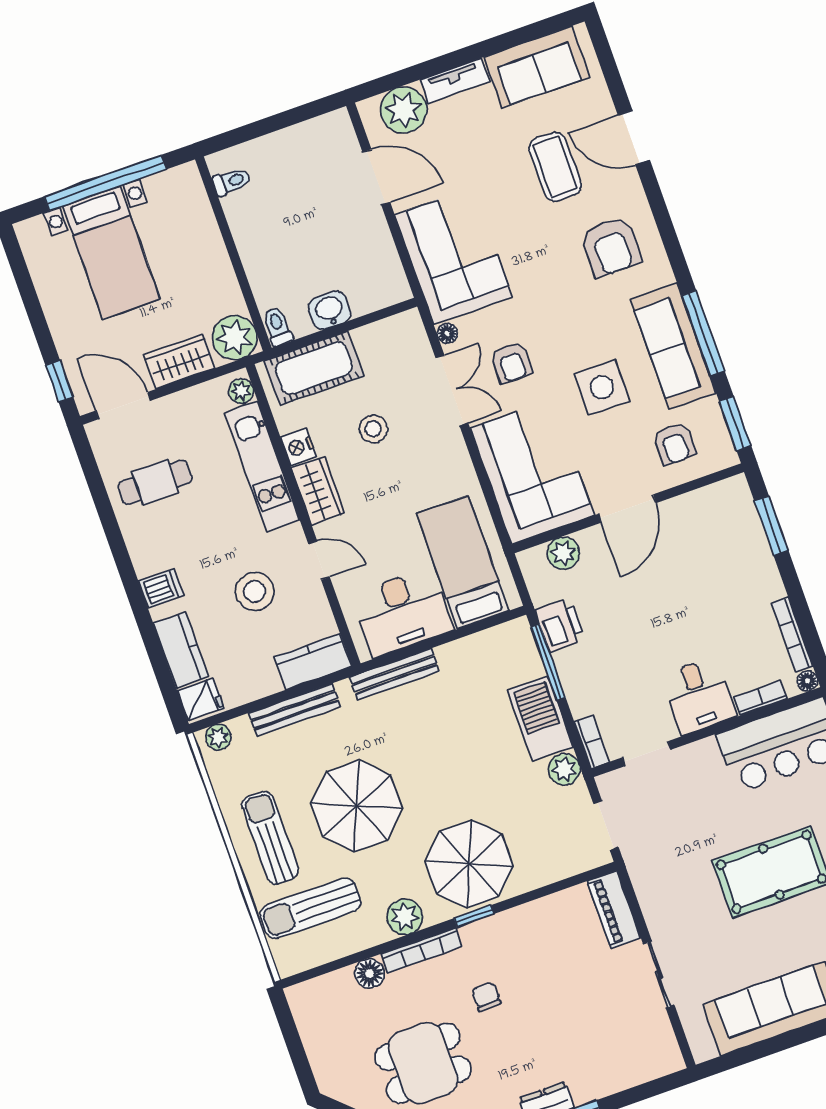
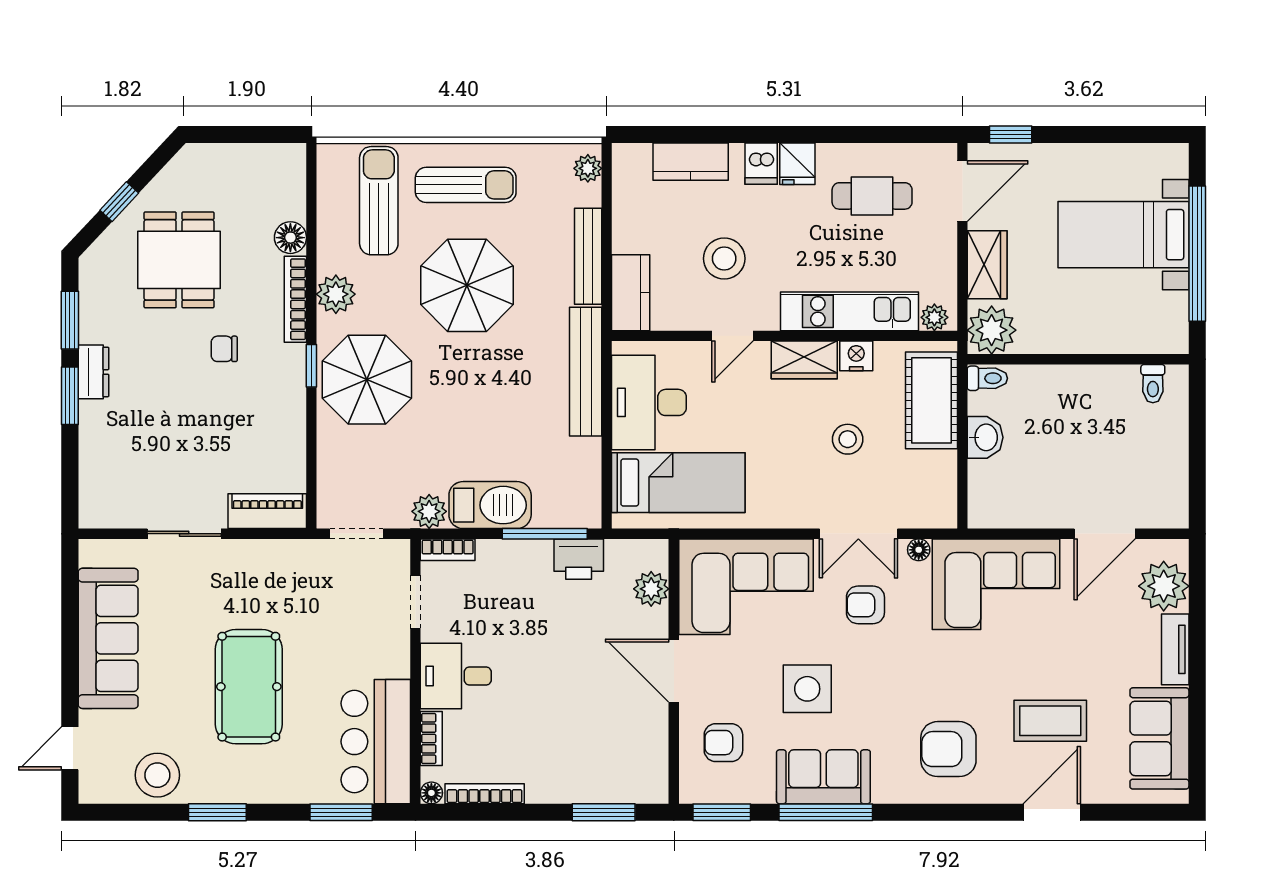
sofa: (673, 346) -> (823, 777), width x0.73
cafe table: (155, 482) -> (872, 196), turned 90
bench: (394, 674) -> (586, 372), width x1.37, depth x1.21
fridge: (201, 699) -> (797, 164), moved
chair: (486, 997) -> (224, 349), turned 180

